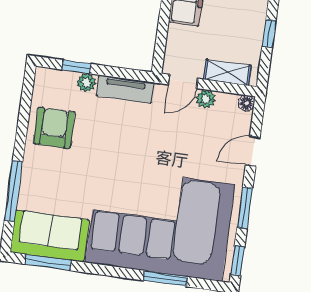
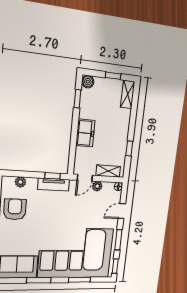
window: (77, 67) -> (53, 176), moved
plant: (86, 82) -> (20, 182), moved
window: (48, 262) -> (39, 280), moved

